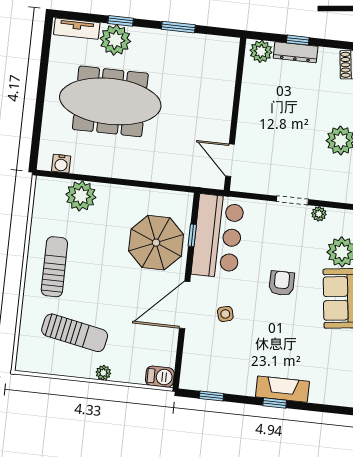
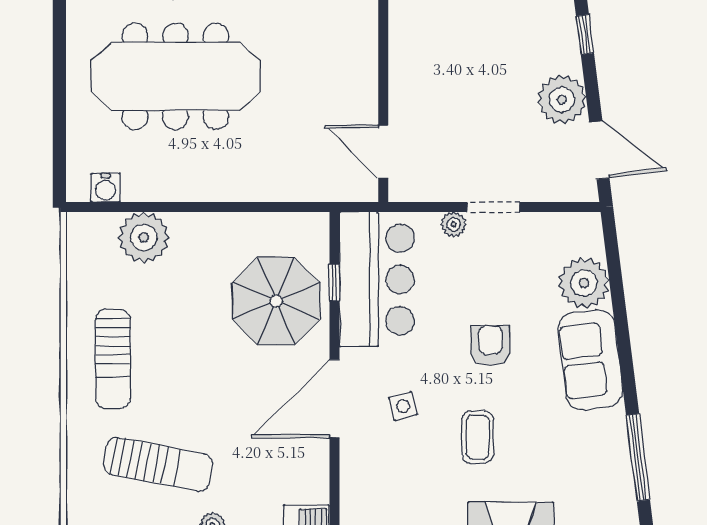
plant: (319, 214) -> (454, 224), moved
sun lounger: (54, 267) -> (113, 359), turned 180
coffee table: (268, 337) -> (478, 437), added

